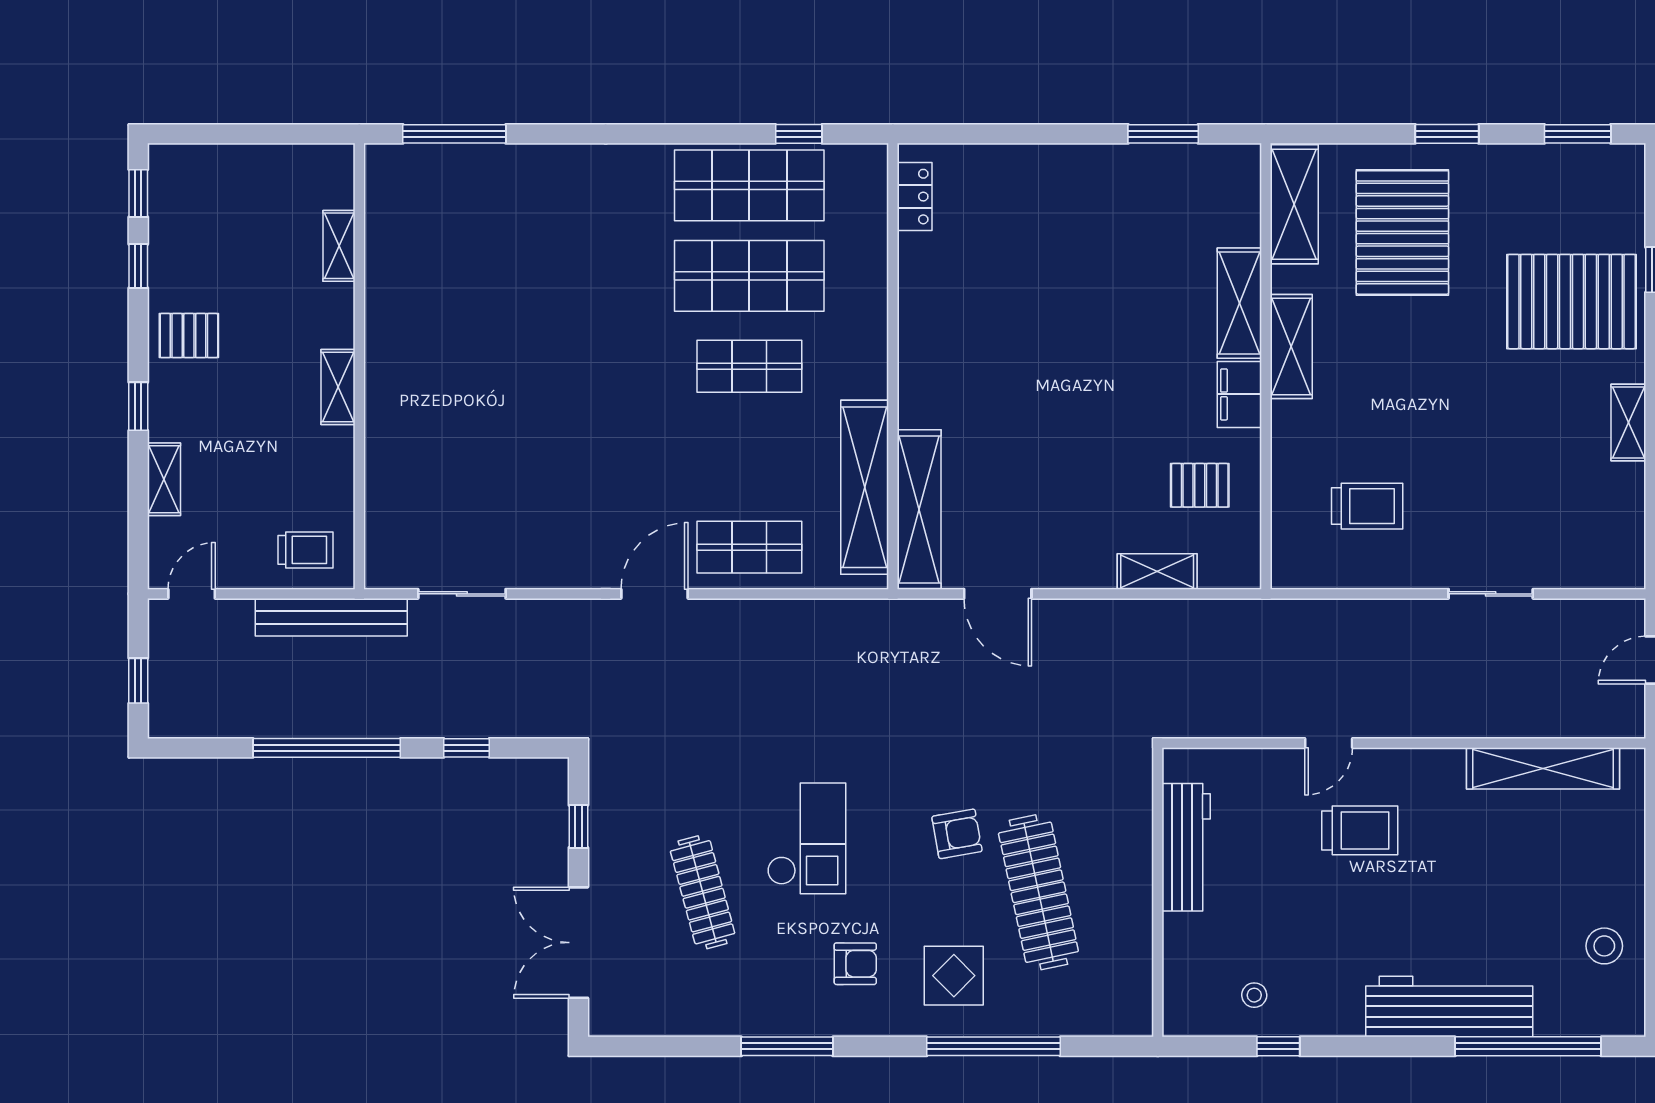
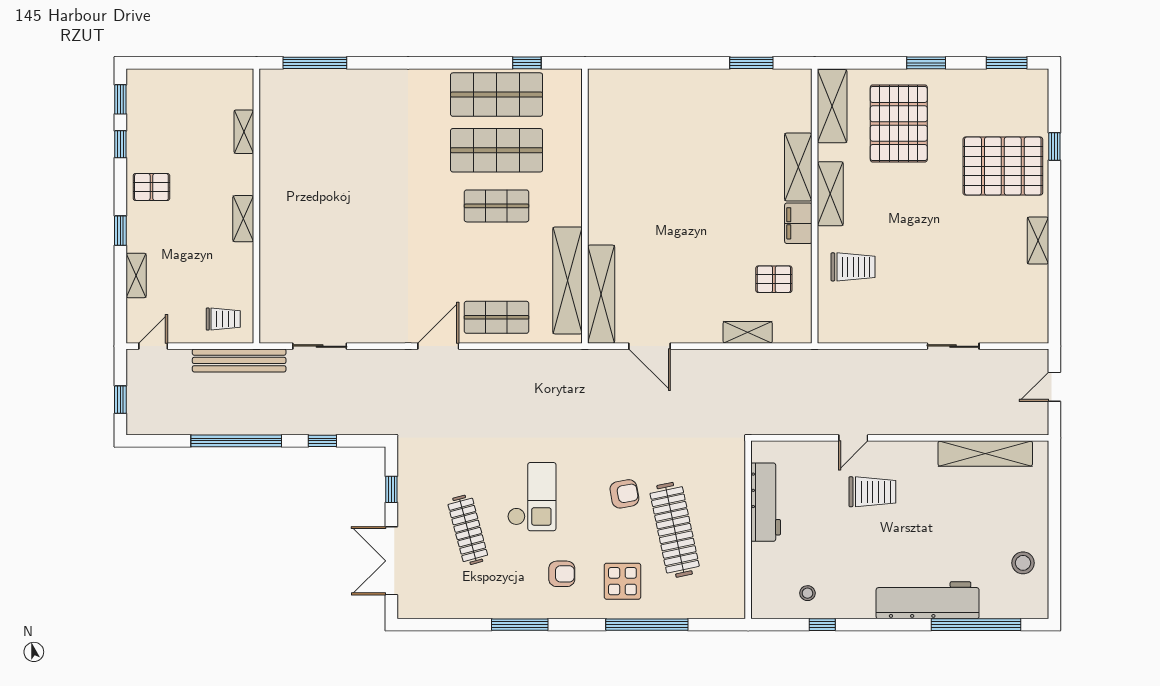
locker: (915, 197) -> (598, 101), removed
trolley: (1367, 506) -> (853, 267), moved

